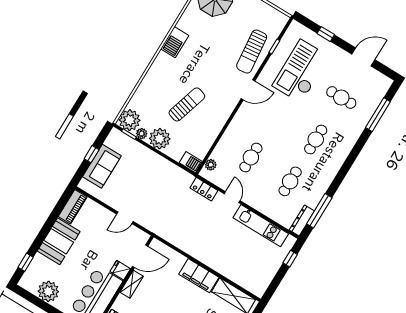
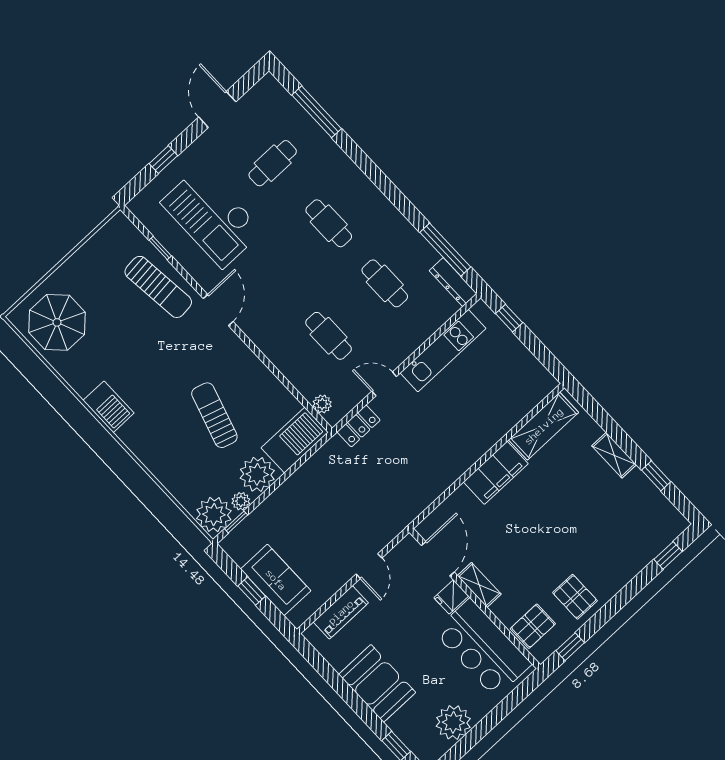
barbecue: (191, 162) -> (295, 440), width x1.88, depth x1.53
piano: (73, 207) -> (341, 612), moved, turned 90

